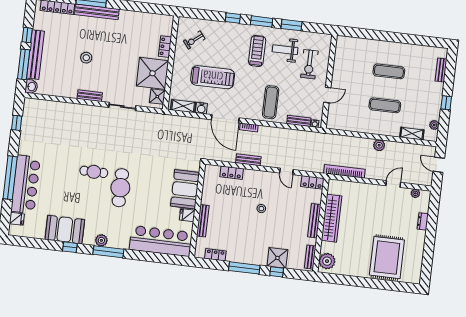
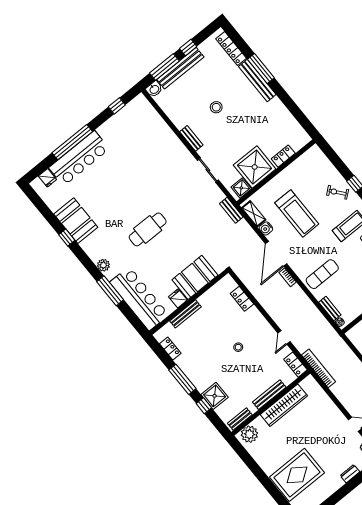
exercise bike: (194, 40) -> (338, 192), moved
bench: (248, 160) -> (231, 210), moved
bookcase: (344, 171) -> (319, 368), moved
cafe table: (94, 172) -> (139, 198), removed
plant: (101, 240) -> (103, 265), moved
window: (108, 252) -> (110, 291), moved

